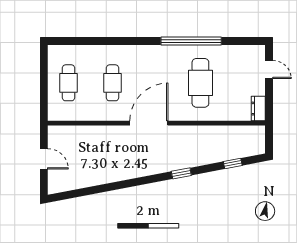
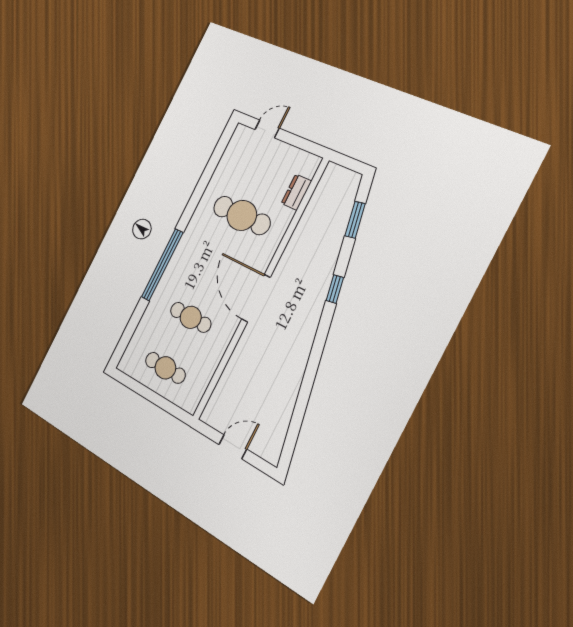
window: (191, 41) -> (162, 265), moved
dresser: (258, 109) -> (296, 192), moved, turned 90
window: (233, 164) -> (355, 220), width x1.50

